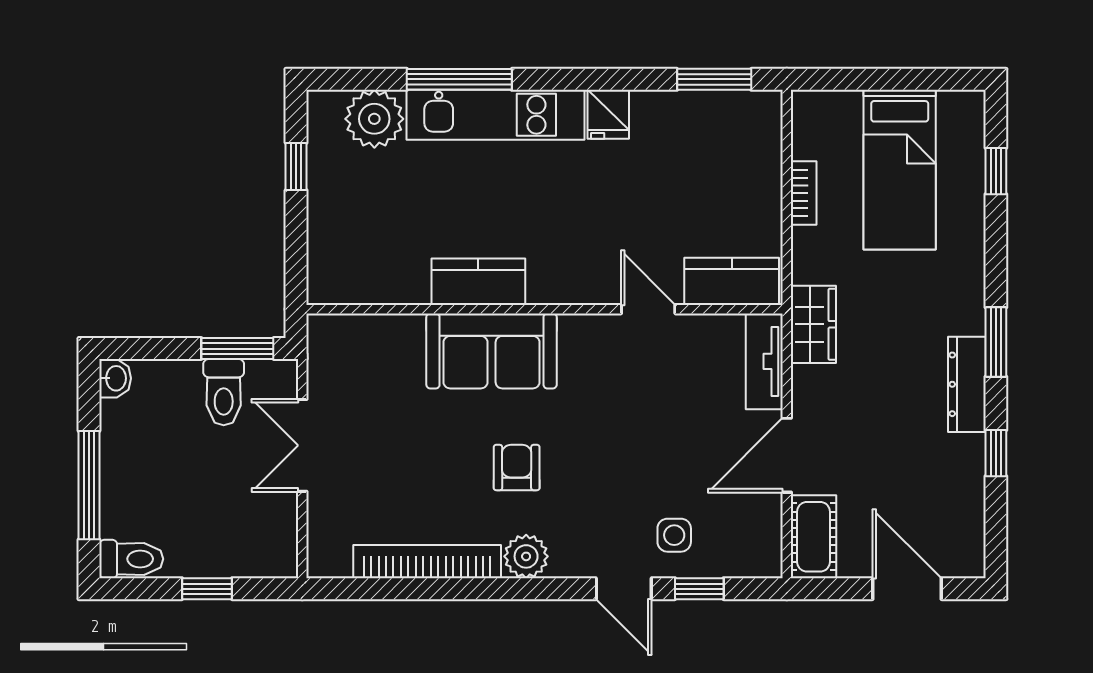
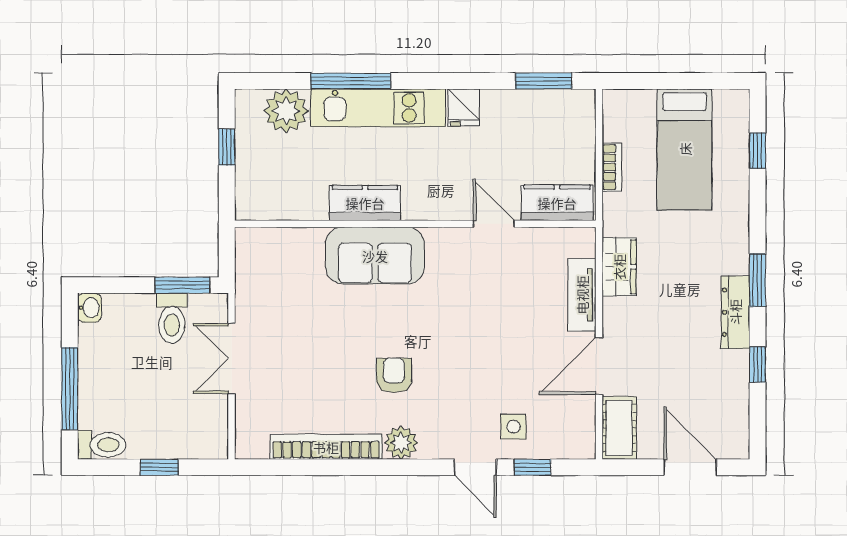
kitchen counter: (732, 281) -> (557, 203), moved
kitchen counter: (478, 282) -> (365, 203), moved
wall: (545, 309) -> (415, 224), moved
door: (648, 309) -> (494, 224), moved
sofa: (492, 351) -> (375, 256), moved

